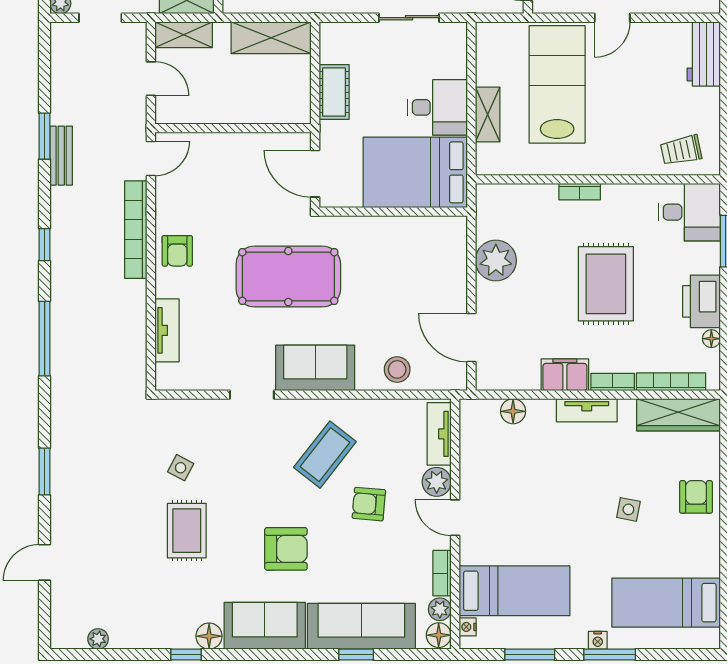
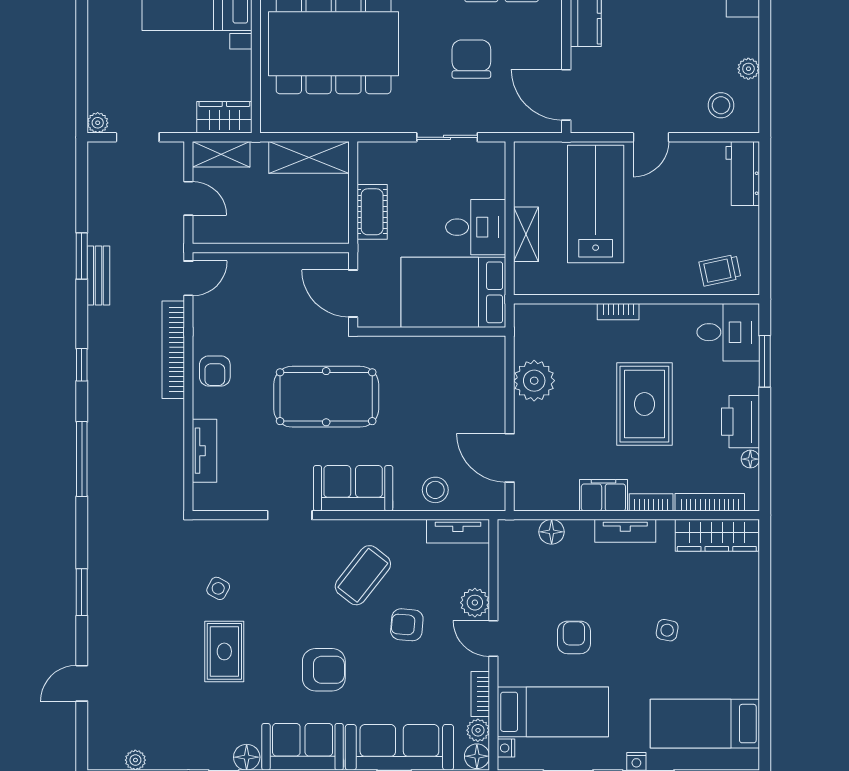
tv unit: (439, 434) -> (458, 531), moved, turned -90
armchair: (696, 497) -> (574, 637), moved

